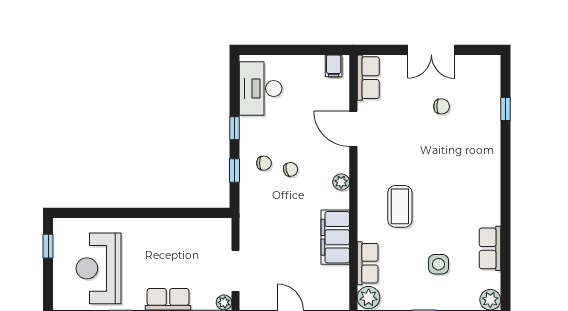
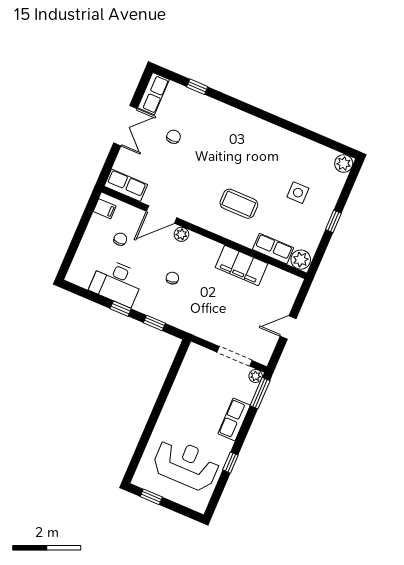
desk: (261, 88) -> (117, 282), moved
chair: (264, 163) -> (120, 239), moved
plant: (341, 182) -> (181, 234), moved
row of seats: (490, 248) -> (153, 94), moved, turned -90
reception desk: (99, 268) -> (186, 464), turned 180

